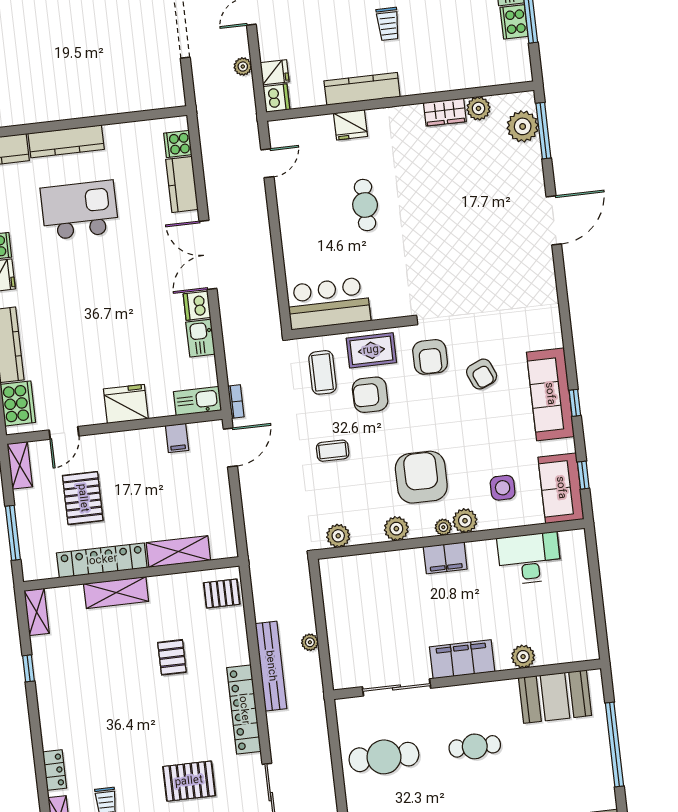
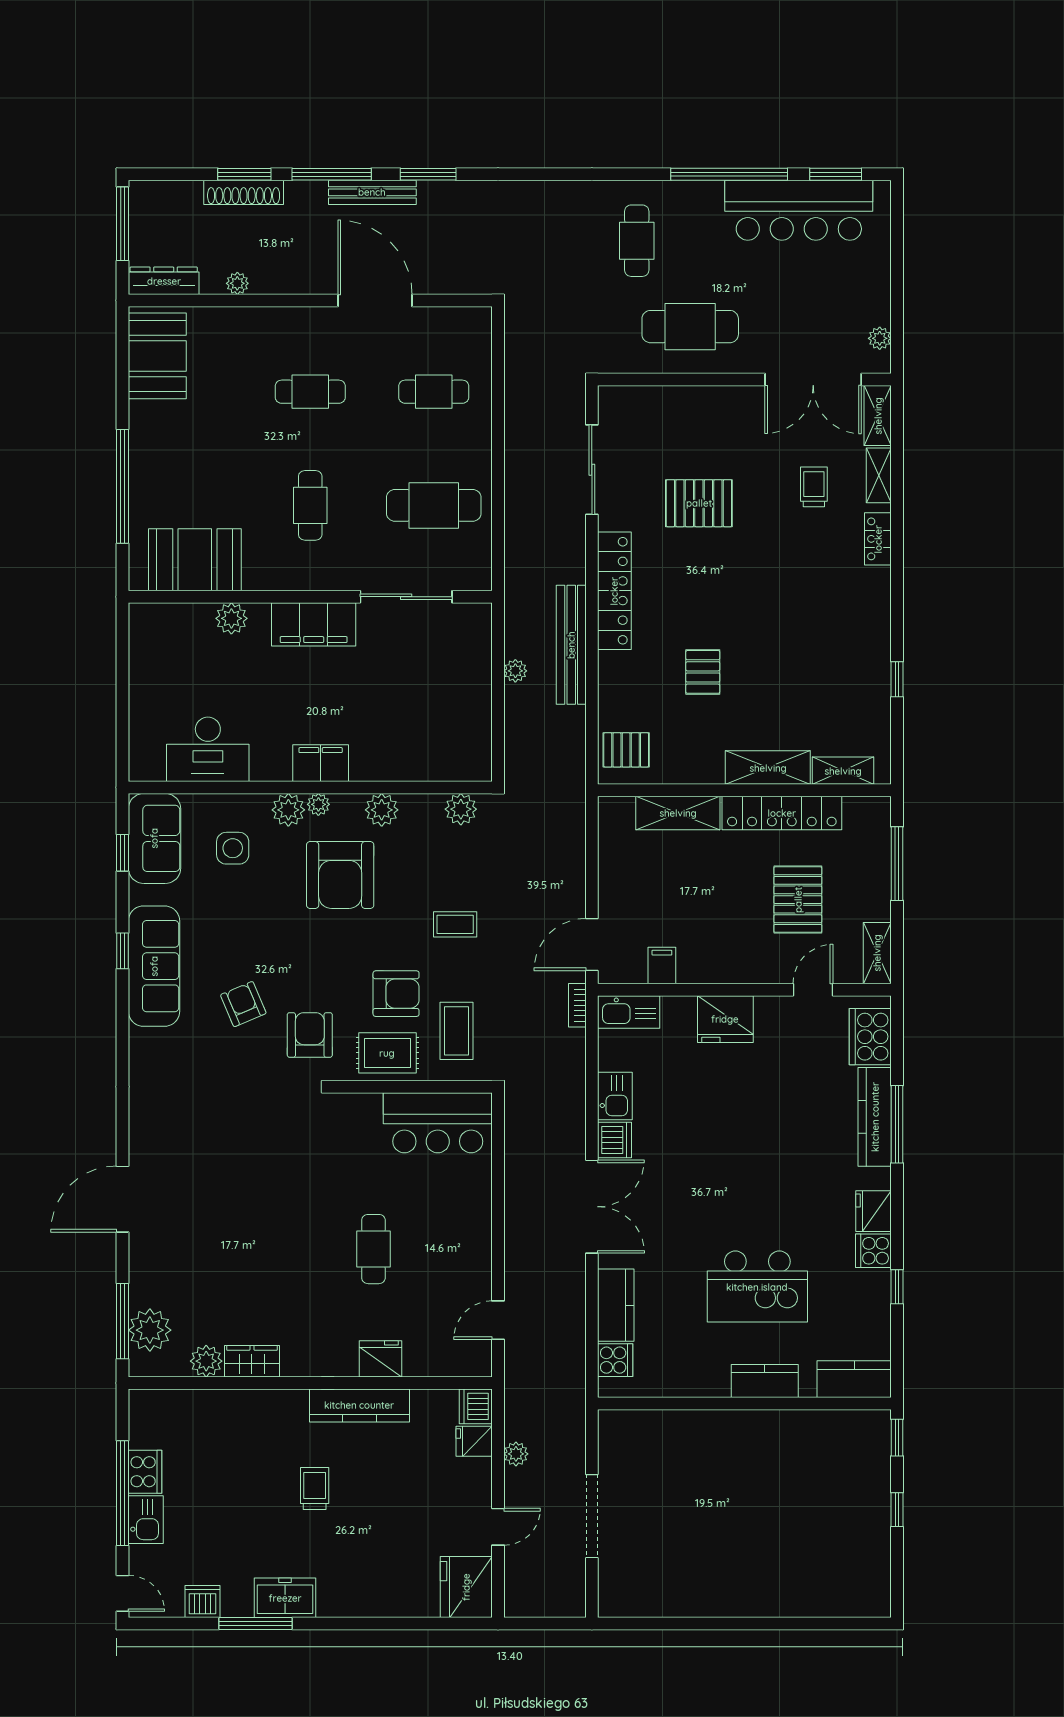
kitchen counter: (66, 141) -> (765, 1381), width x0.67
shelving: (37, 612) -> (843, 771), moved, turned 90
cafe table: (475, 746) -> (310, 505), turned 90

